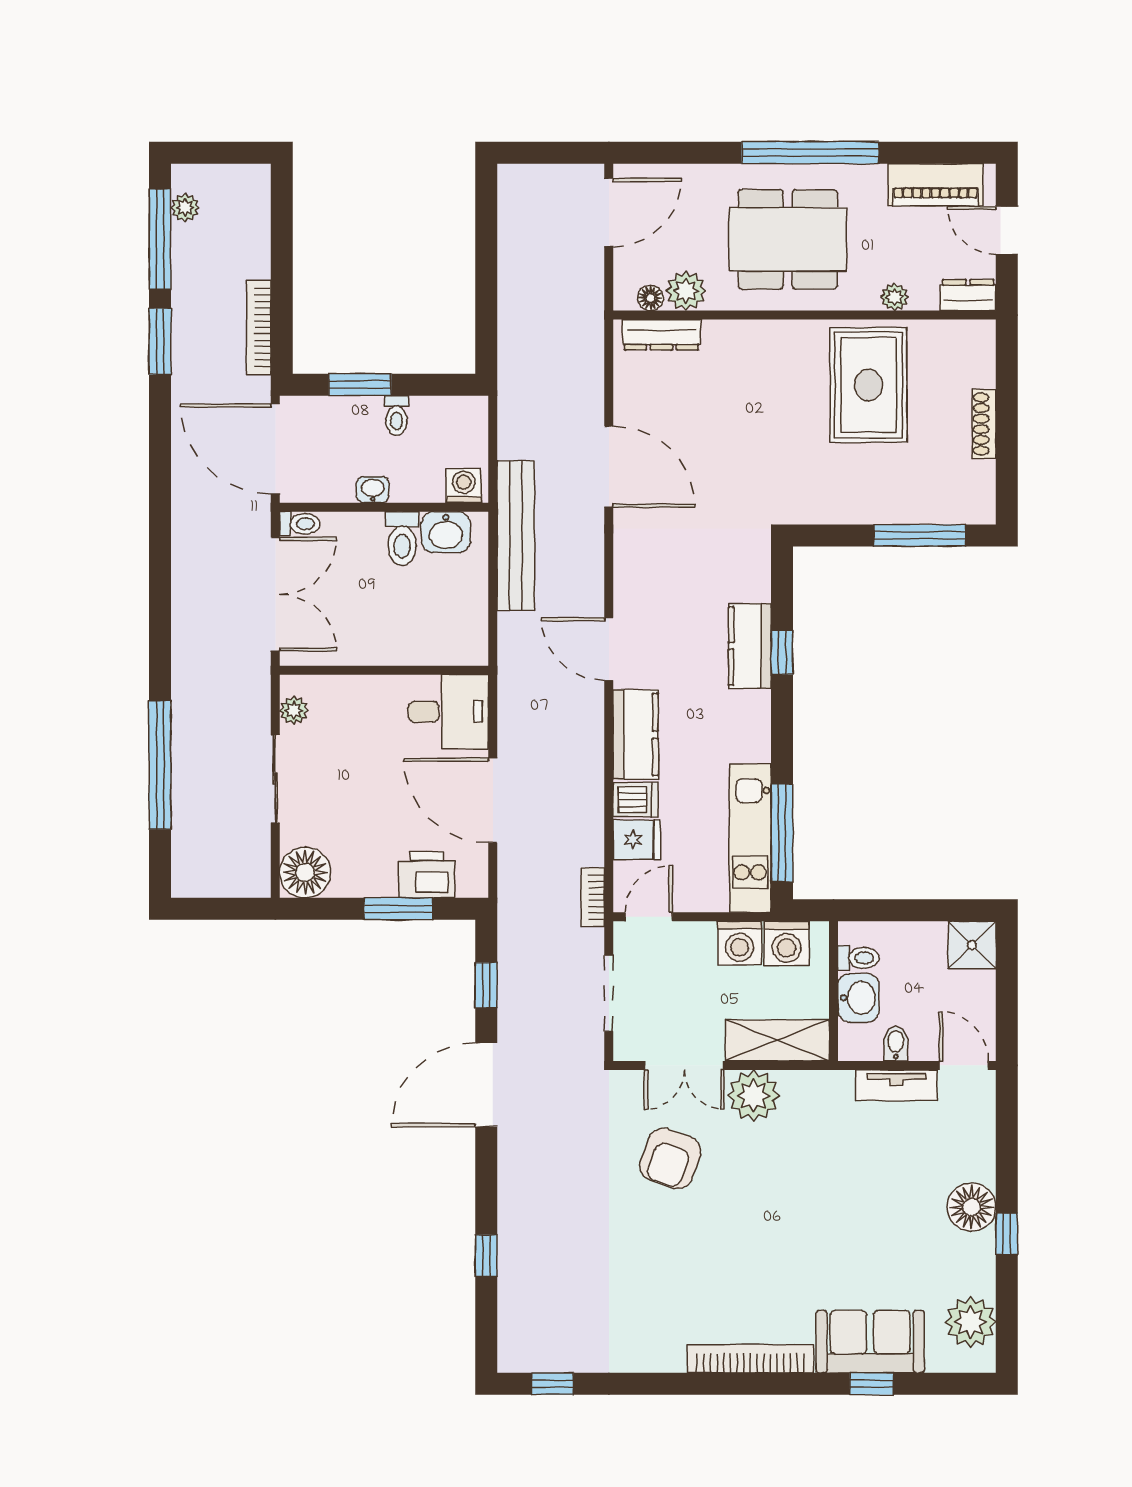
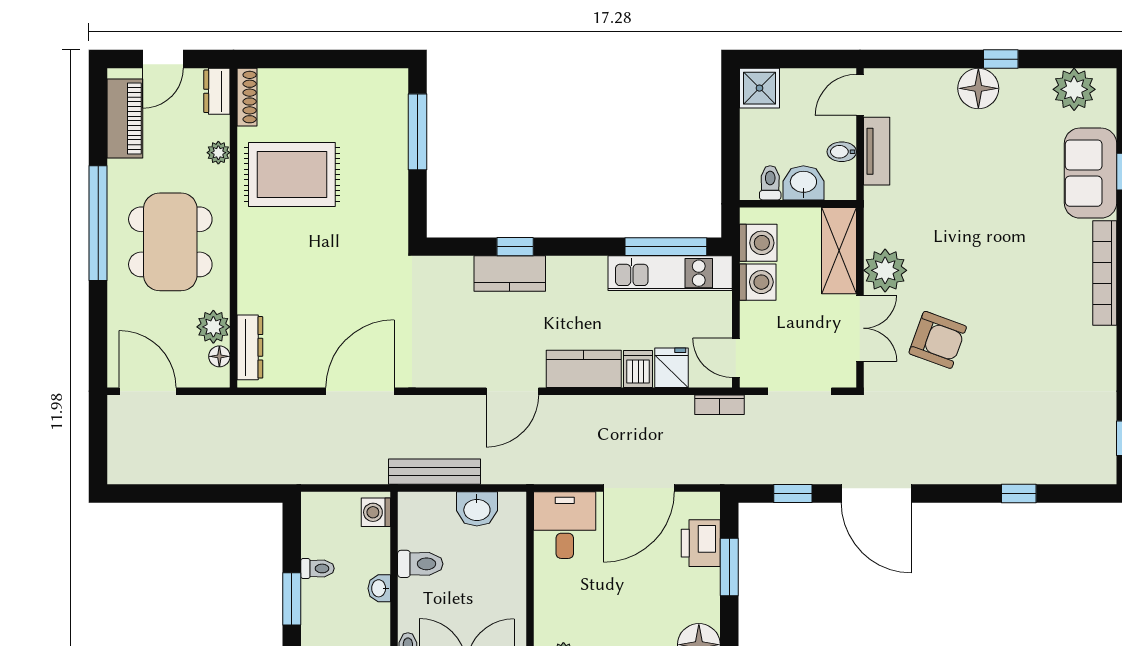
shoe rack: (984, 424) -> (247, 97), moved, turned -90
washbasin: (446, 532) -> (477, 509), moved, turned 90
bench: (516, 536) -> (434, 472), width x0.73, depth x0.82

